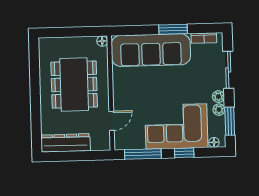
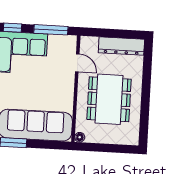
door: (112, 121) -> (77, 63), swing flipped

